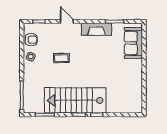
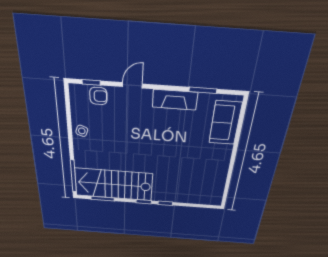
door: (67, 21) -> (132, 85), hinge flipped
armchair: (31, 40) -> (98, 96), moved
coffee table: (61, 58) -> (124, 136), removed
stairs: (75, 100) -> (114, 184), moved

